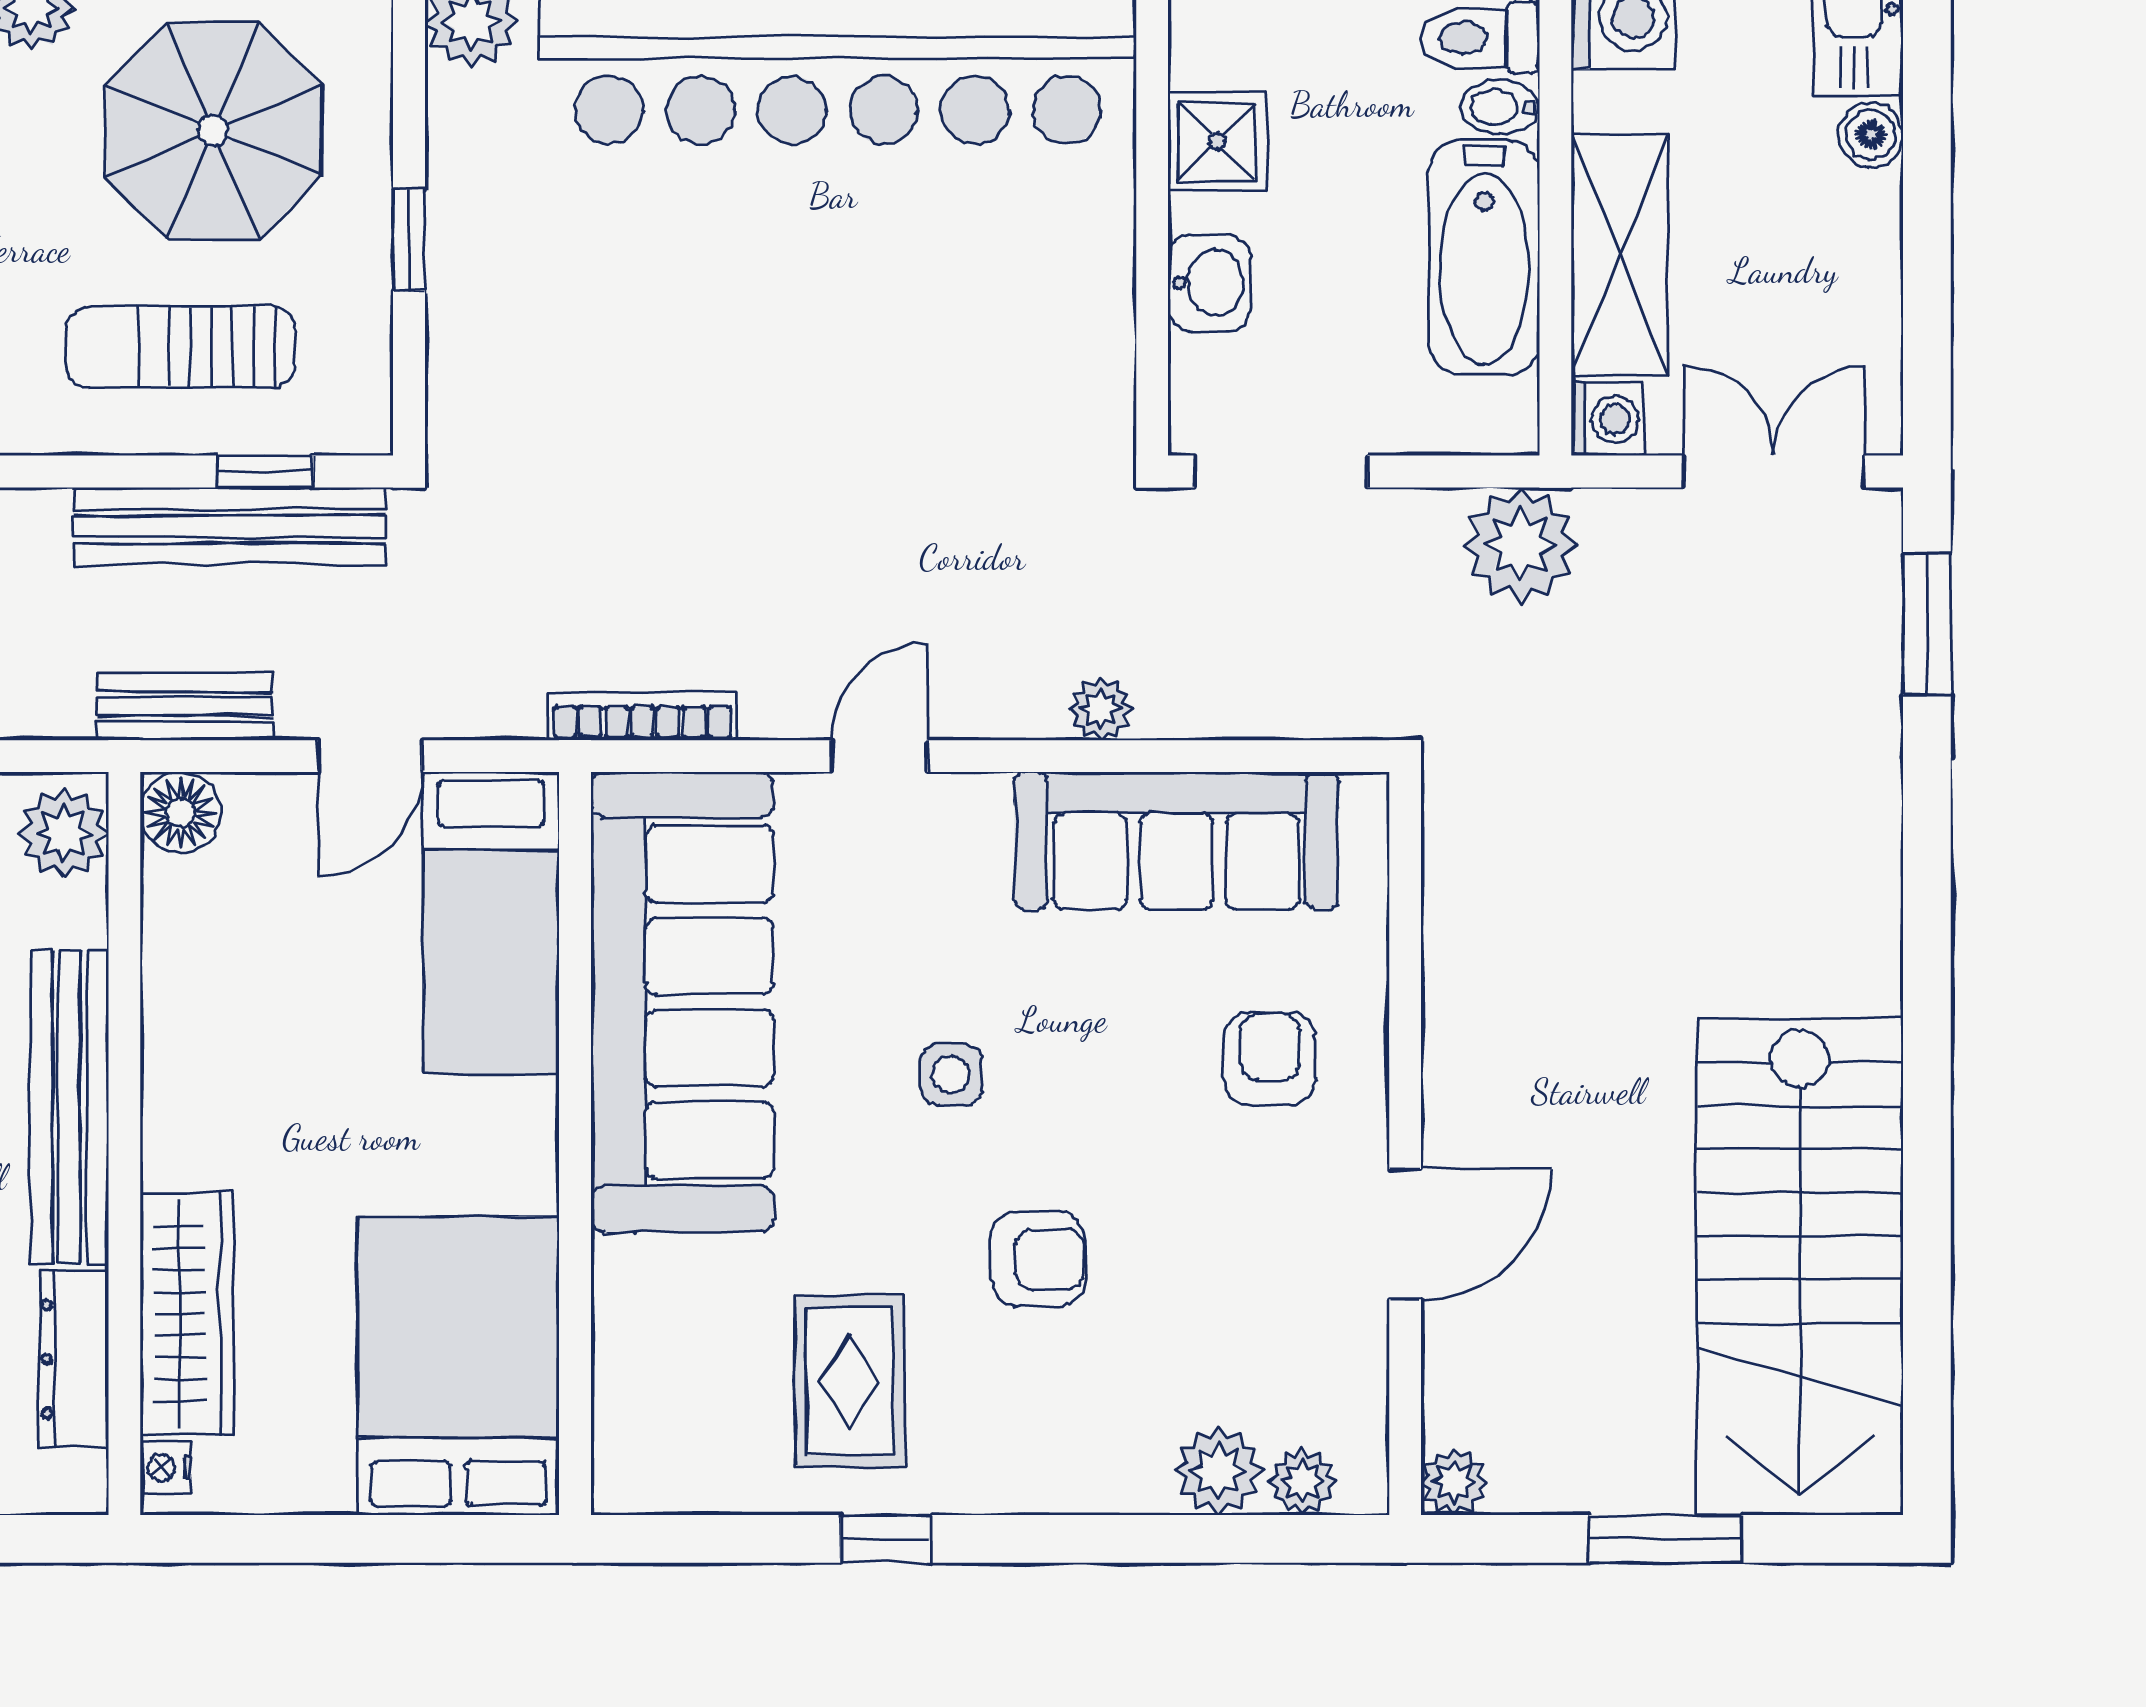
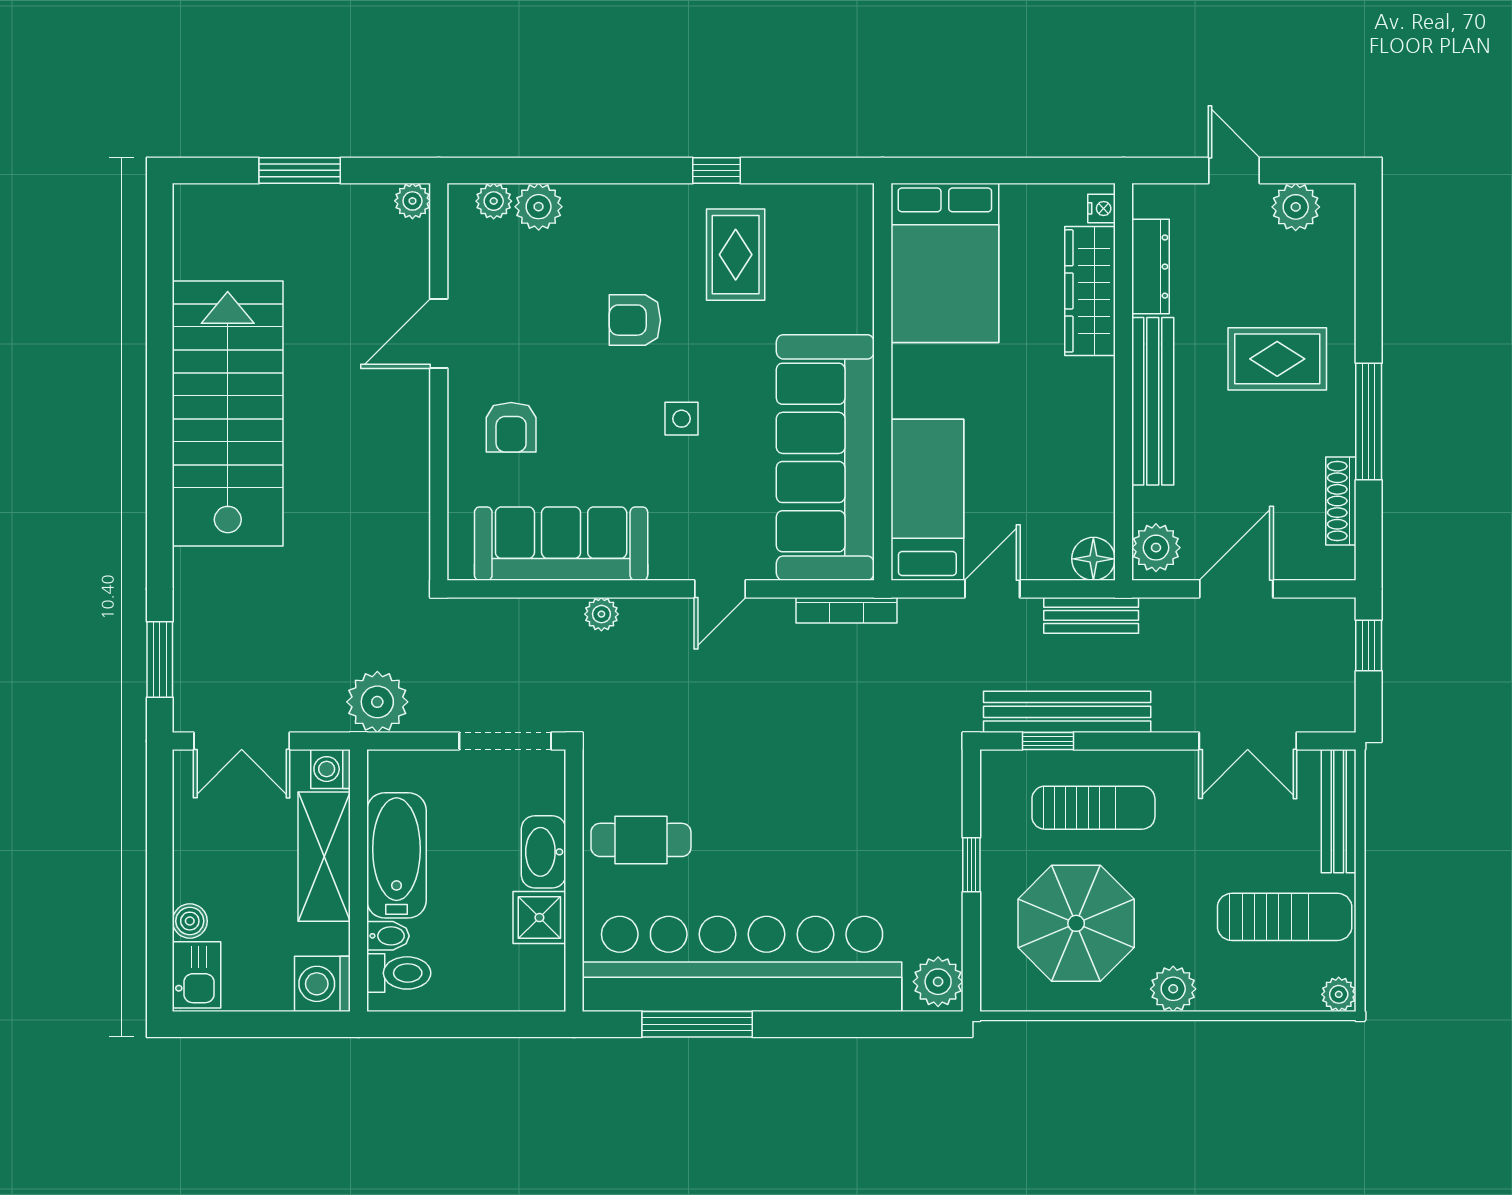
washbasin: (1209, 283) -> (543, 852), width x1.38
cafe table: (1027, 287) -> (641, 840), added
stairs: (1800, 1267) -> (228, 413), moved

